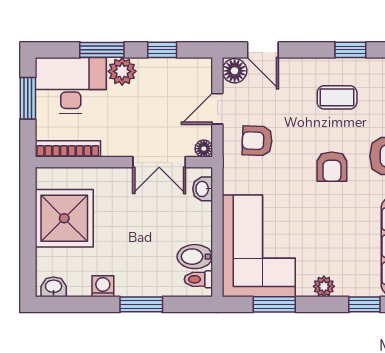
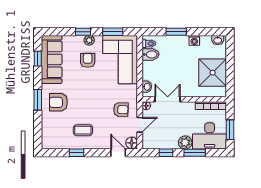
armchair: (332, 167) -> (88, 60), moved
window: (364, 304) -> (83, 32), moved

